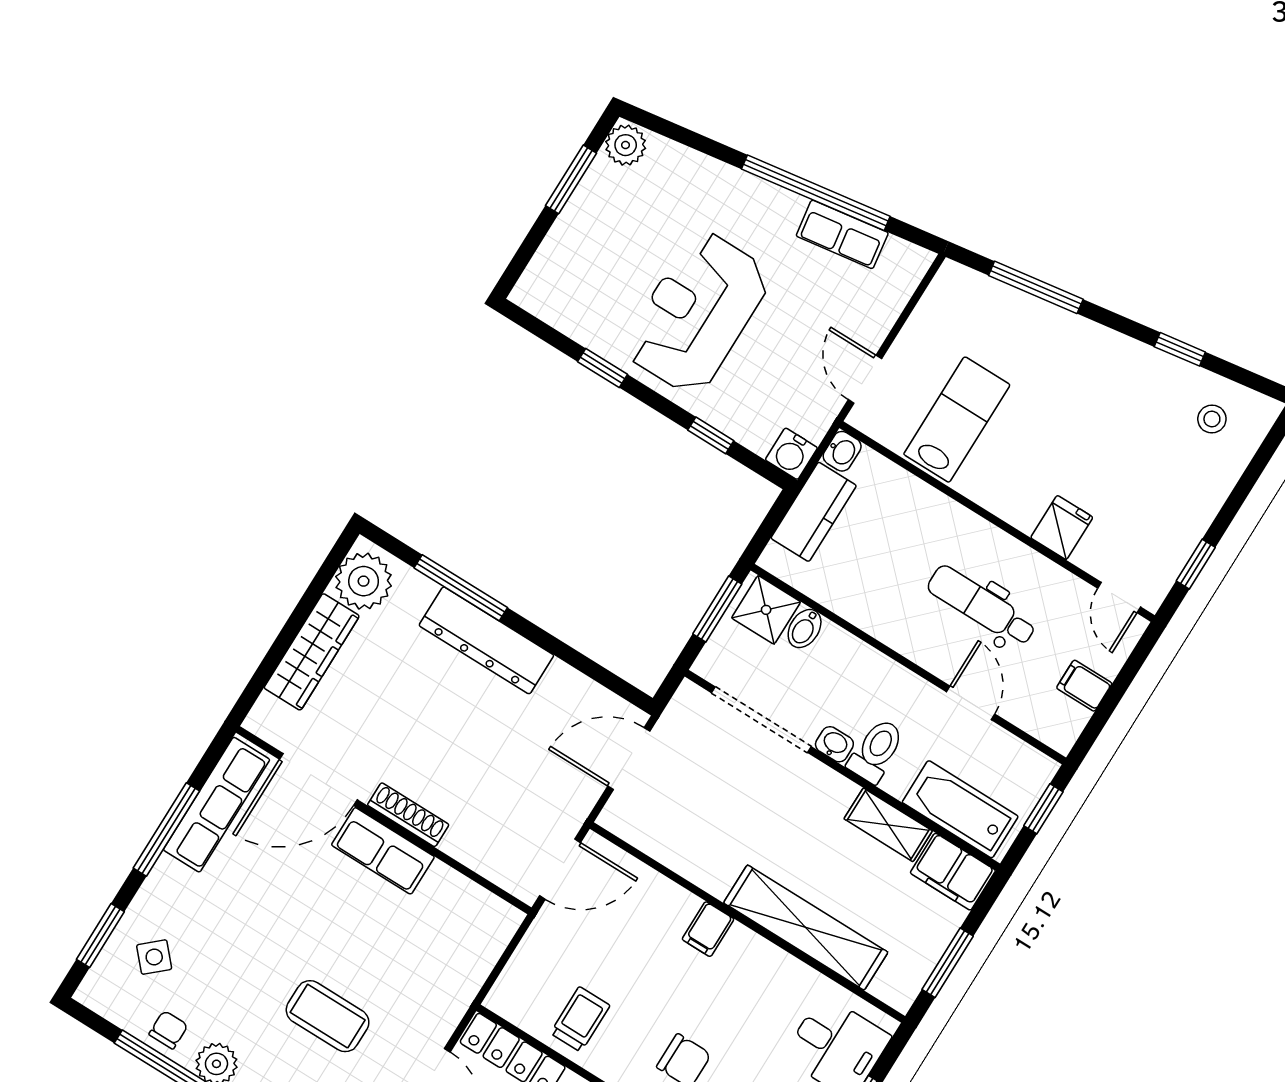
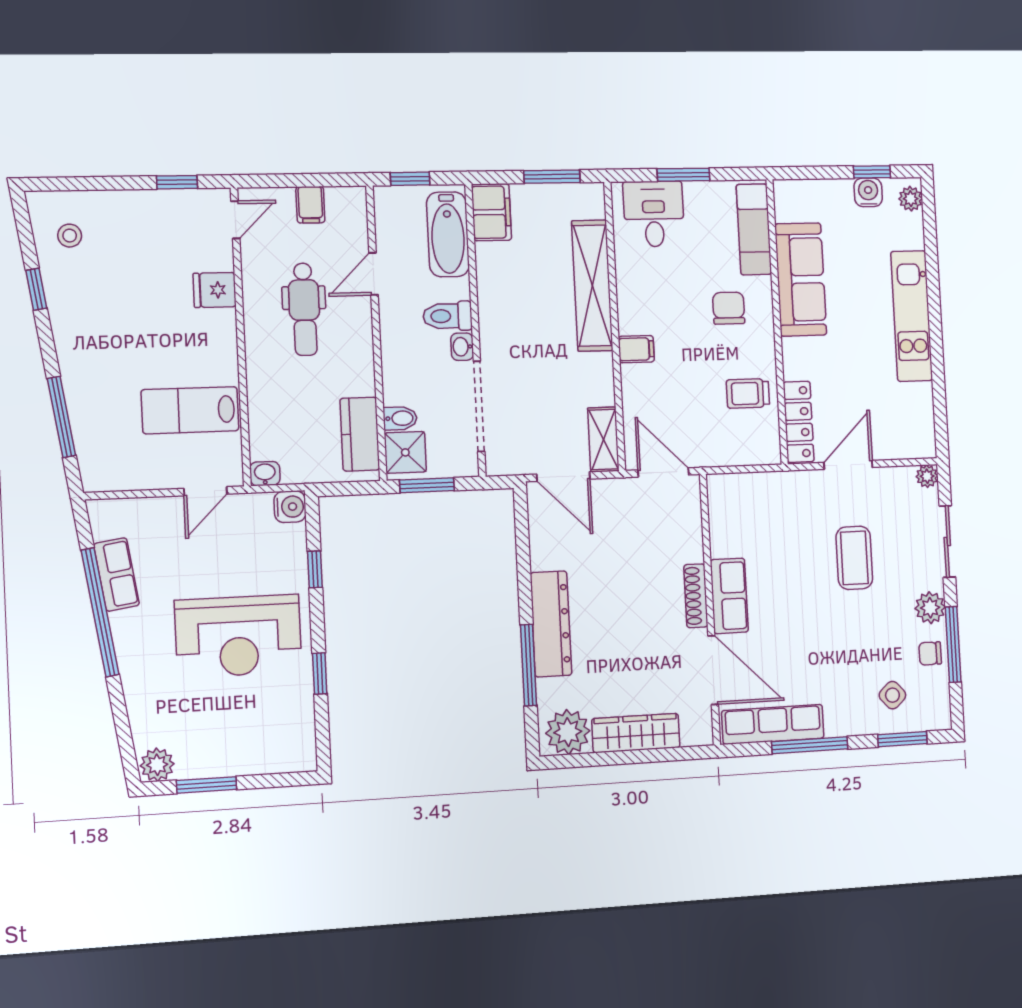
kitchen counter: (814, 512) -> (360, 434), moved, turned -90
shelving: (888, 825) -> (603, 440), moved

